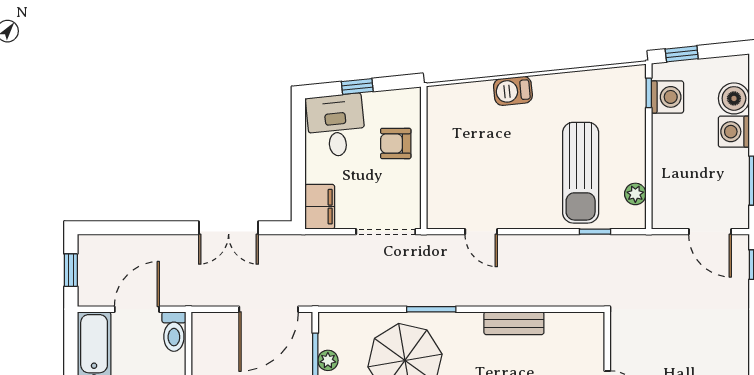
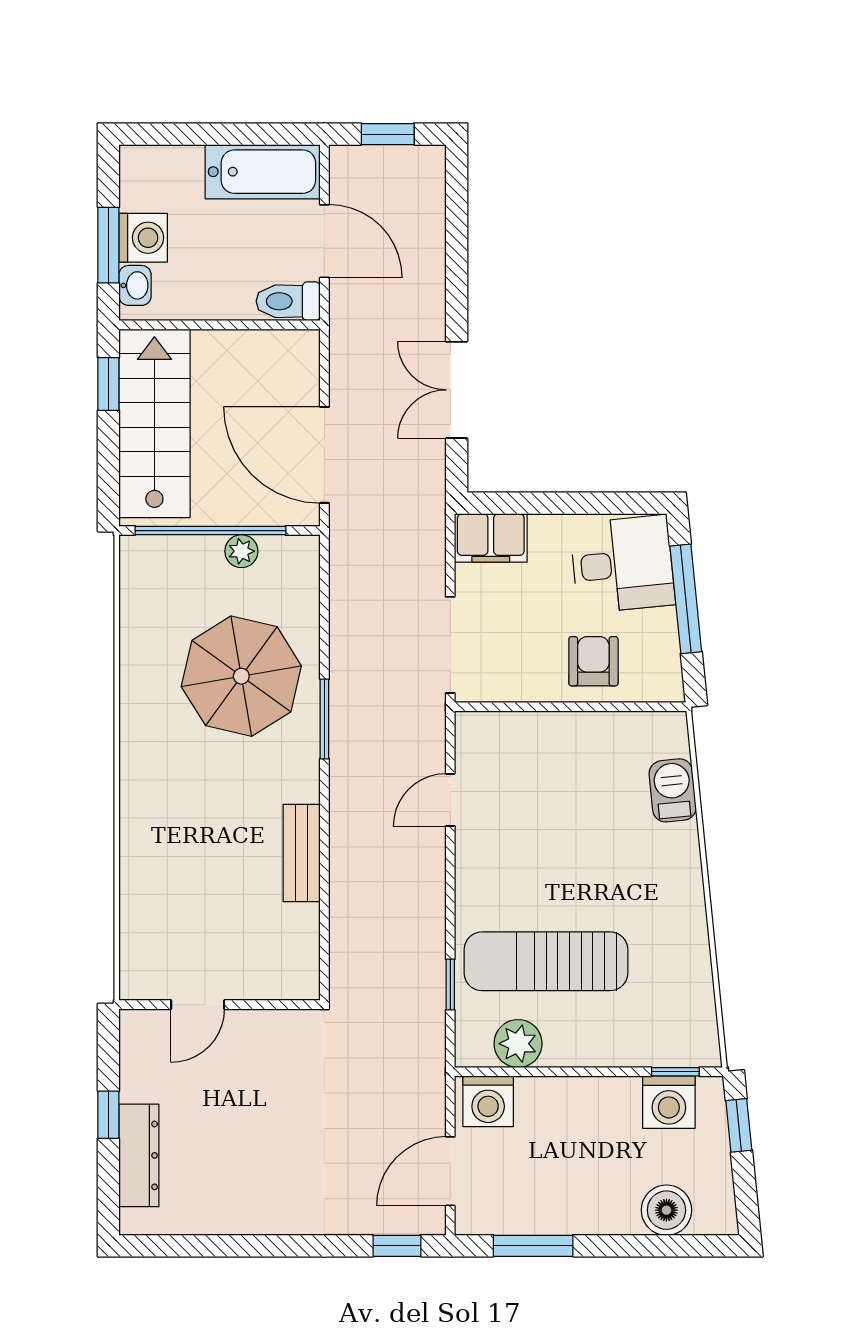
window: (357, 87) -> (686, 599), width x2.17
barbecue: (513, 91) -> (673, 790), moved
washing machine: (734, 132) -> (488, 1101), moved, turned 180
plant: (635, 194) -> (518, 1044), width x1.38, depth x1.38

